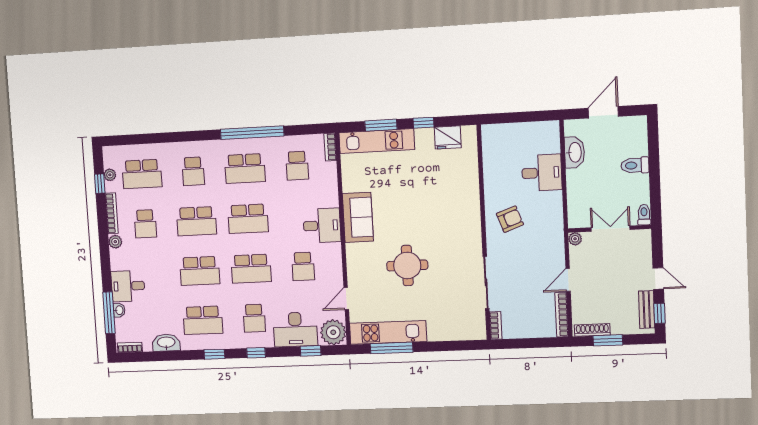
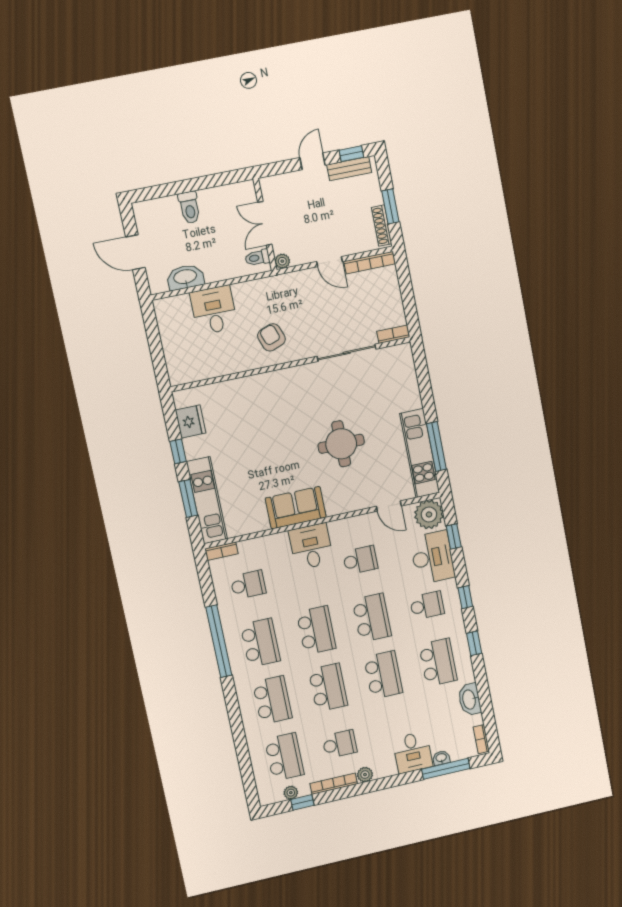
school desk: (193, 171) -> (272, 700), width x1.85
toilet: (644, 215) -> (257, 258), moved

